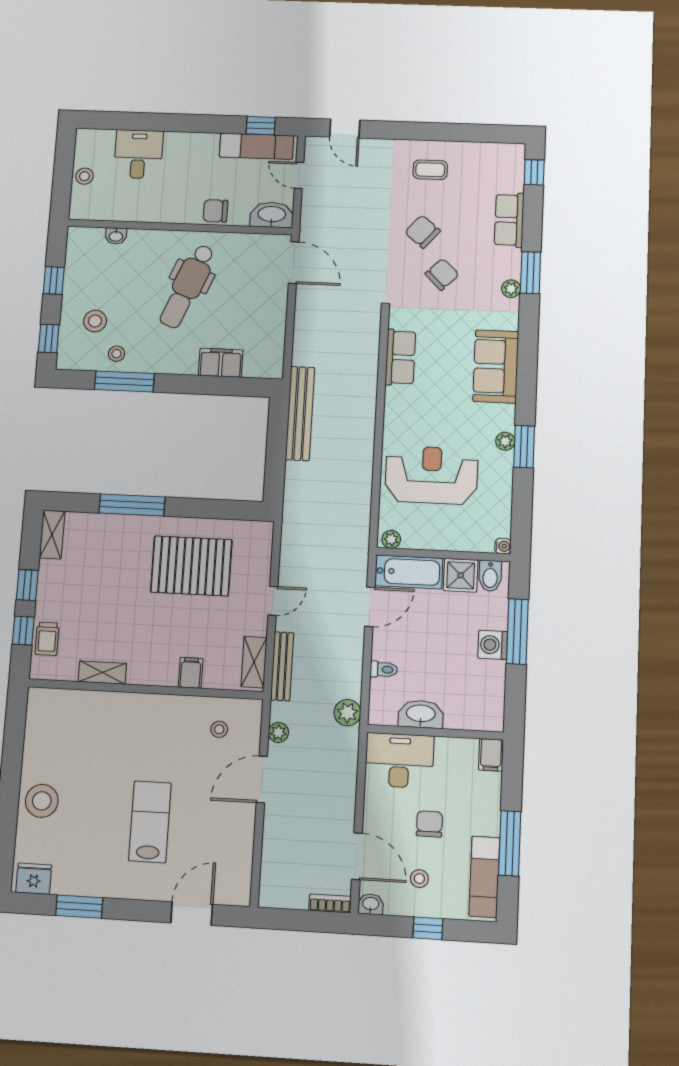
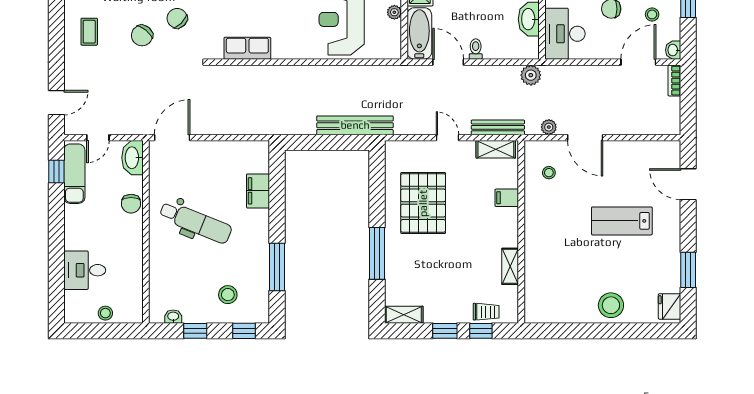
washbasin: (116, 236) -> (173, 317), moved, turned -90
stool: (116, 354) -> (254, 275), removed
bench: (300, 413) -> (355, 125), moved
plant: (391, 539) -> (394, 12), moved
toilet: (384, 669) -> (476, 49), moved

